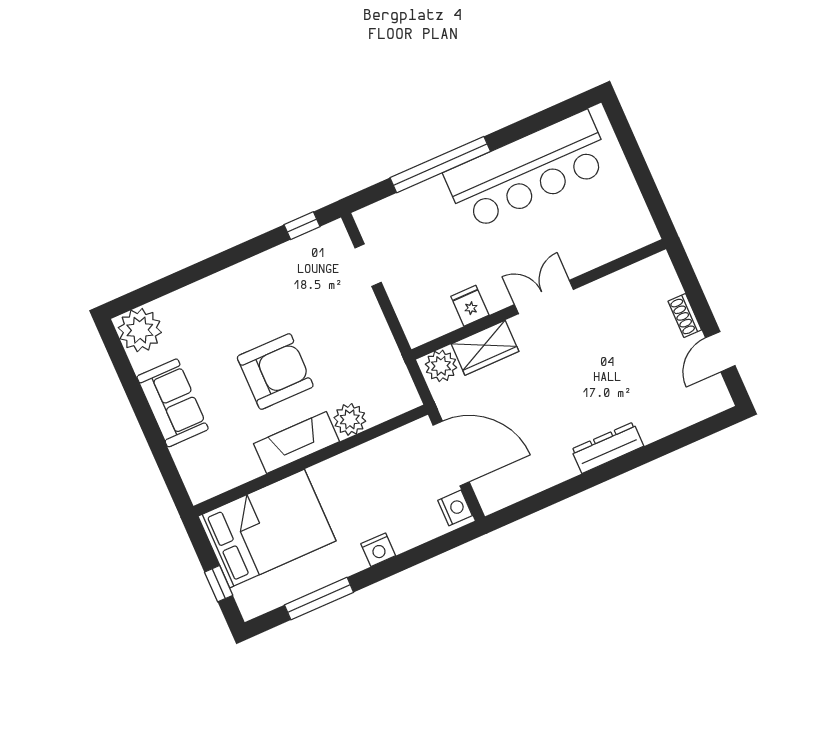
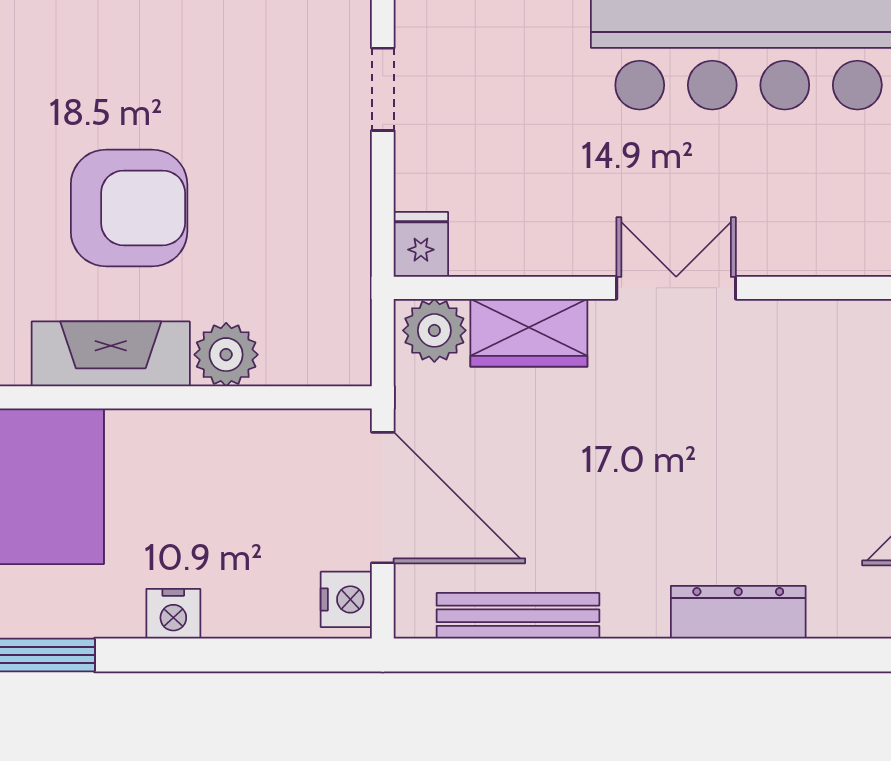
fridge: (470, 306) -> (421, 244), moved
dresser: (608, 448) -> (738, 612), moved
bench: (538, 481) -> (518, 616), added

